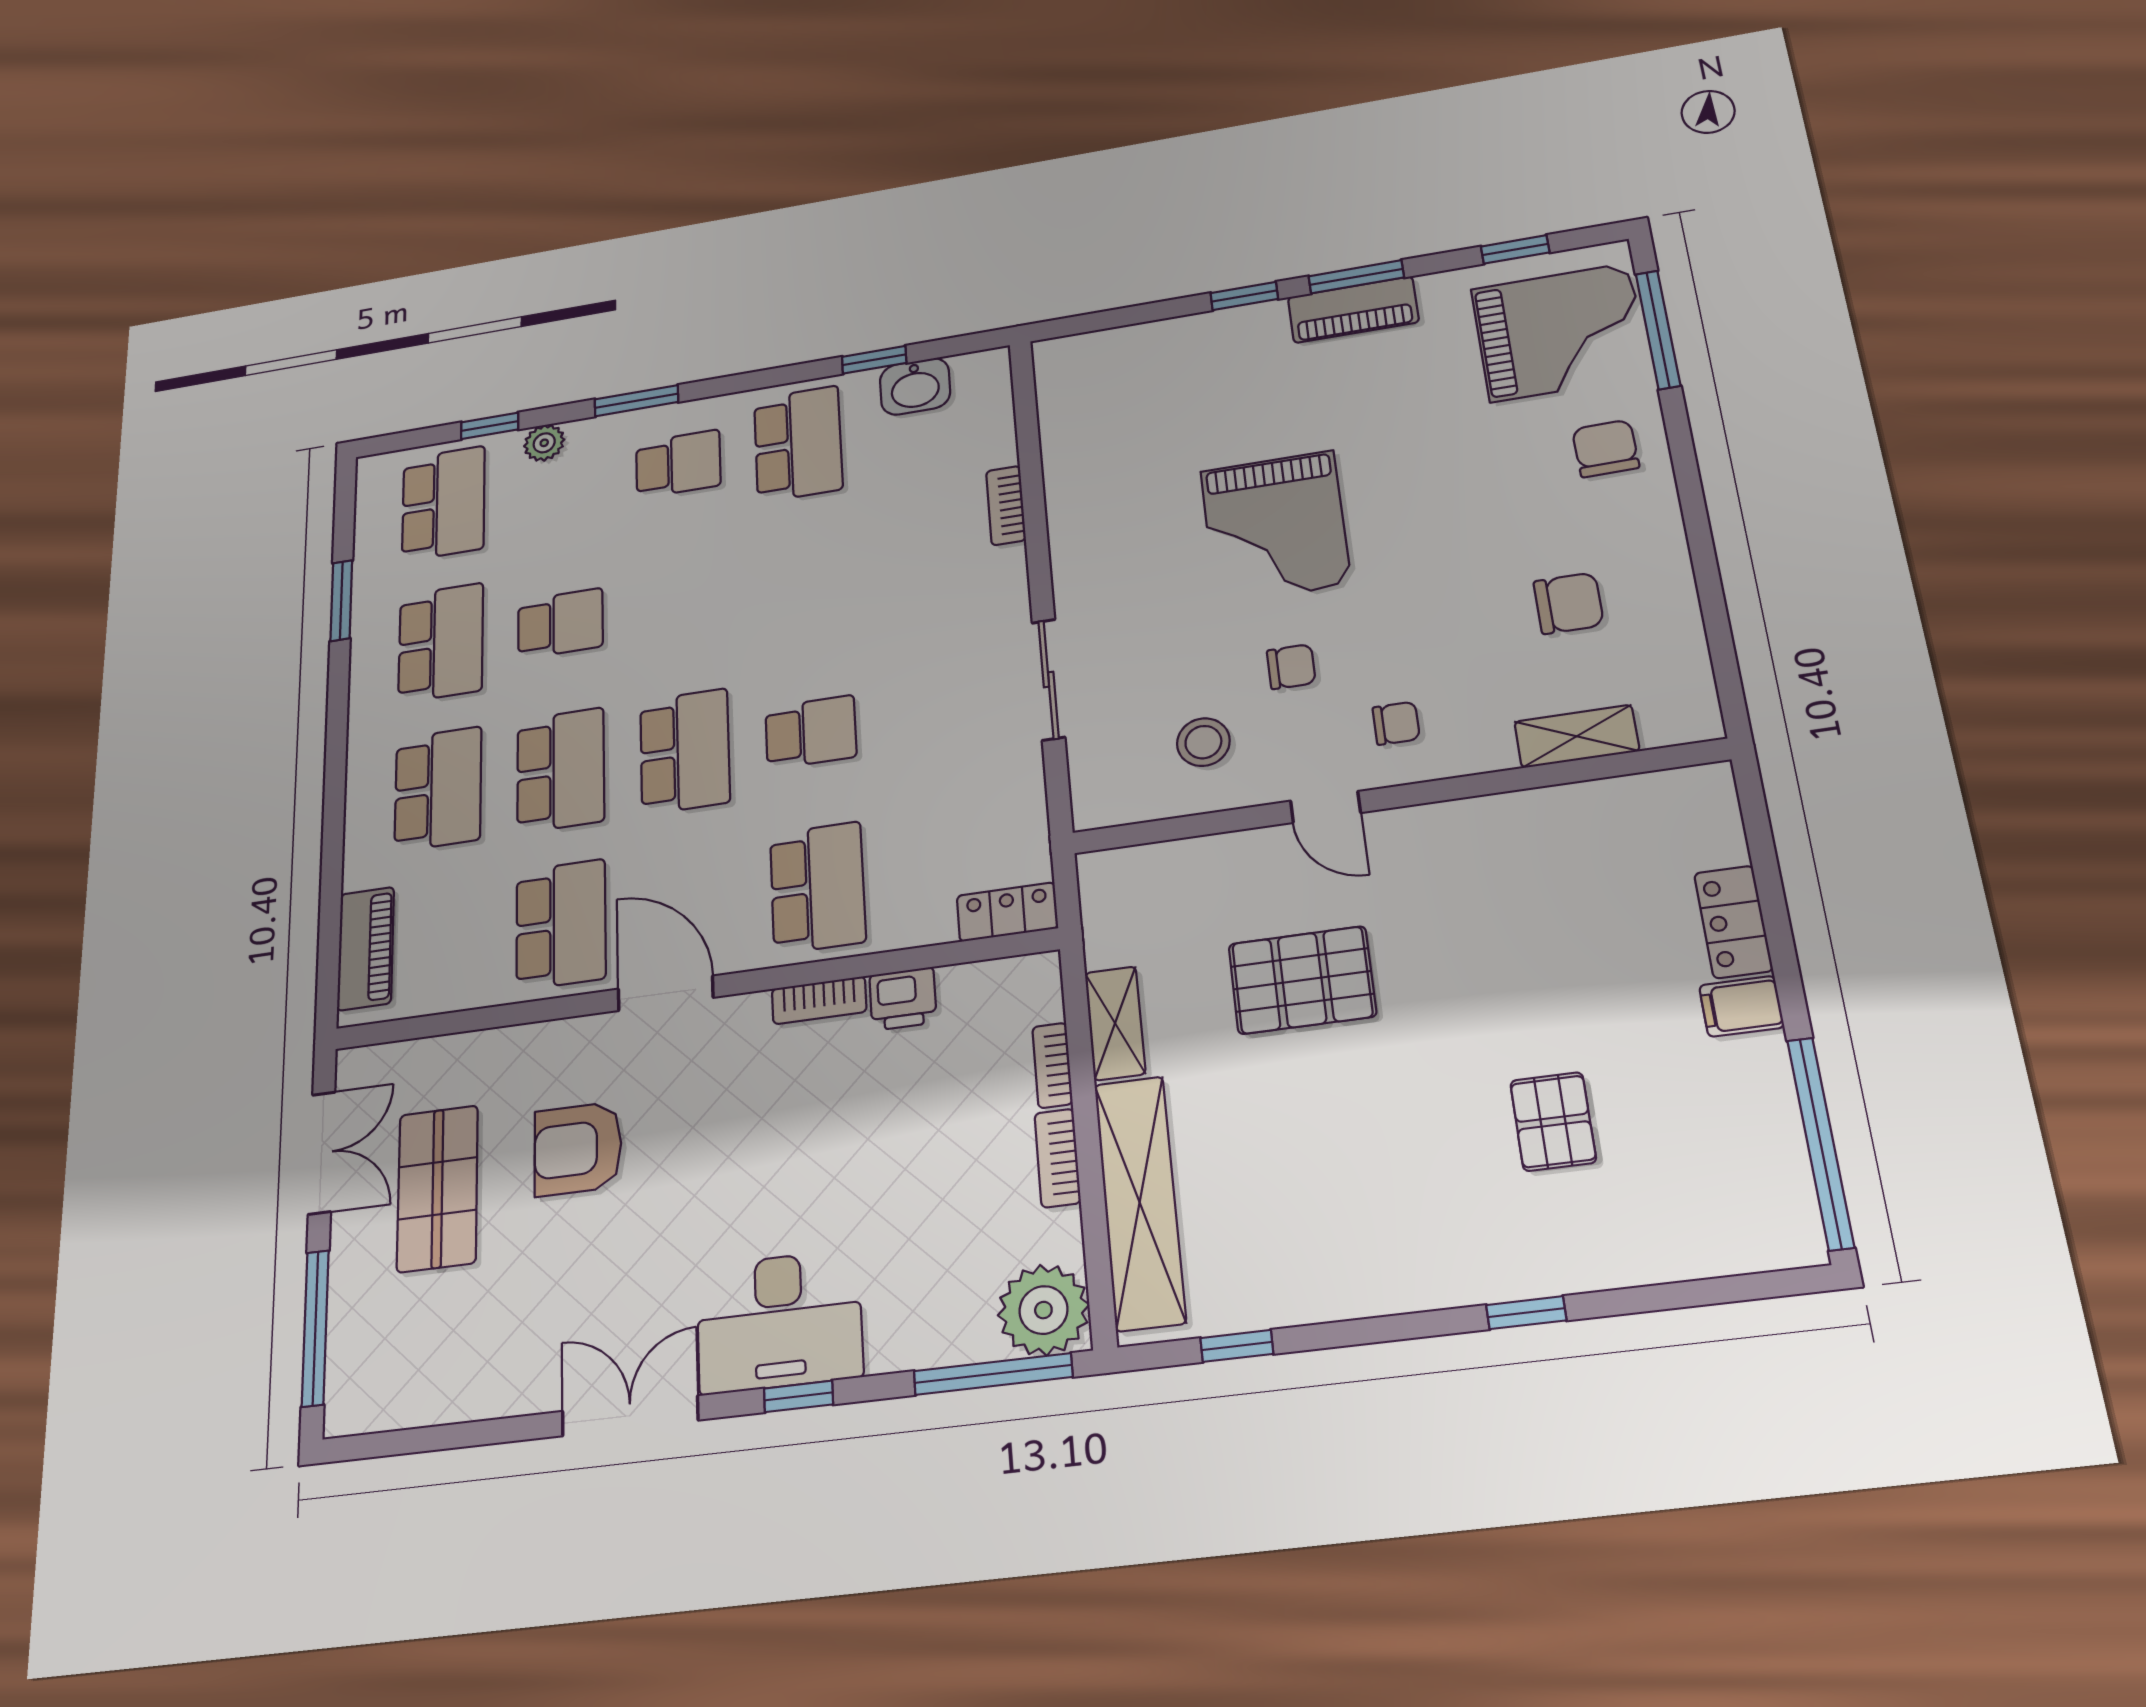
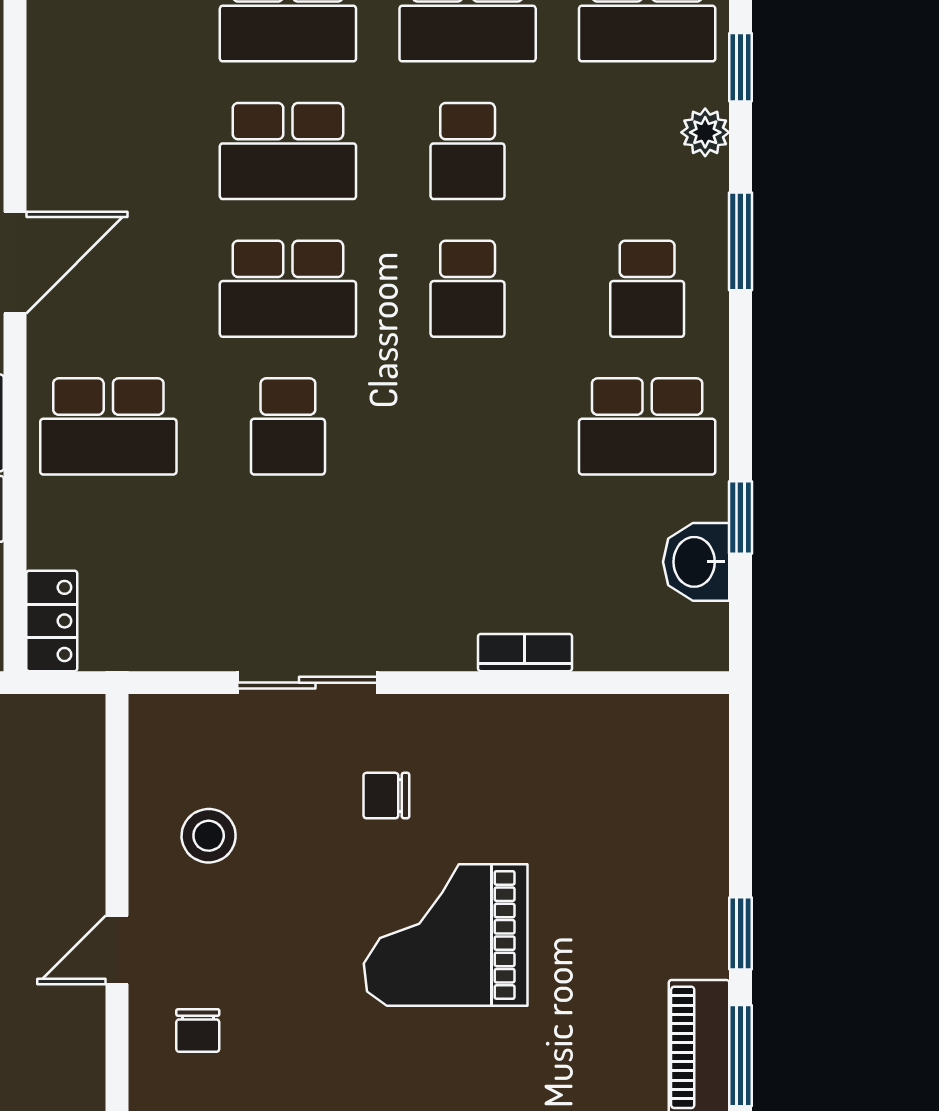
chair: (1291, 667) -> (386, 796), moved, turned 90
school desk: (561, 924) -> (468, 289), moved, width x0.54

